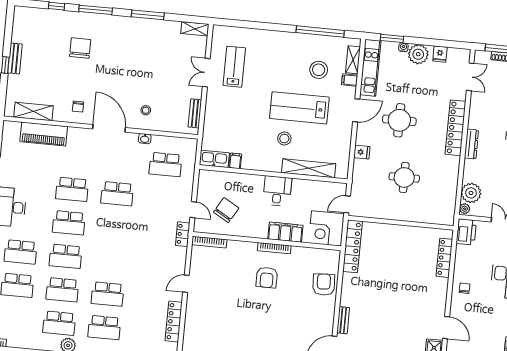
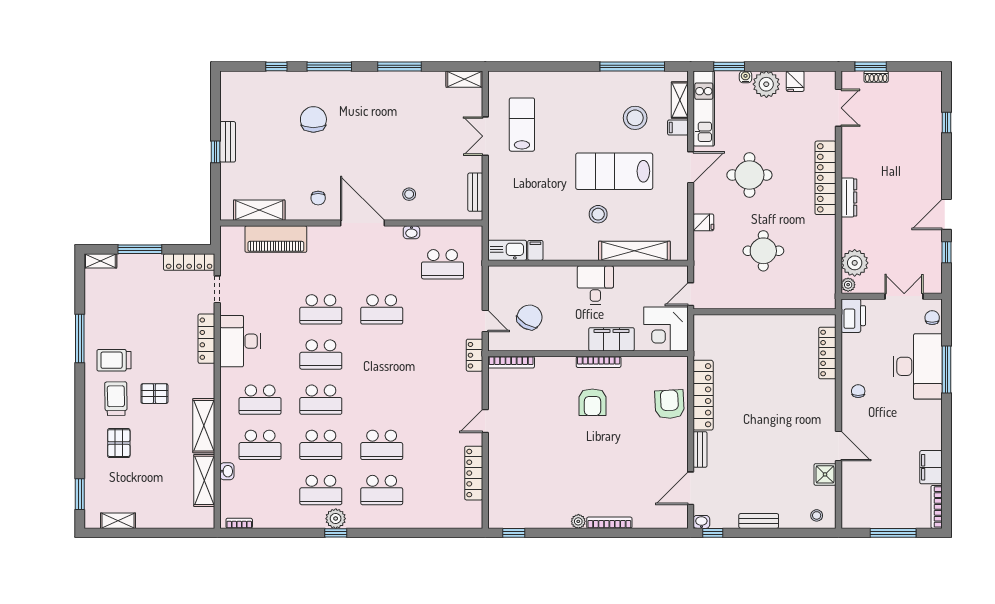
locker: (353, 246) -> (703, 395), moved

